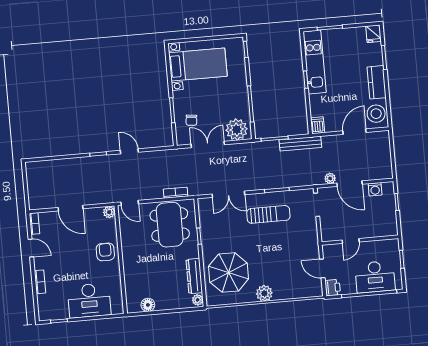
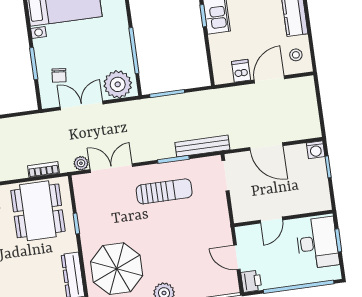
stool: (376, 114) -> (296, 55), width x0.53, depth x0.53
dishwasher: (318, 125) -> (241, 71), moved
bench: (300, 144) -> (202, 146), moved
plant: (330, 178) -> (81, 163), moved
washing machine: (375, 189) -> (316, 150), moved
double door: (228, 194) -> (111, 168), swing flipped
desk: (375, 277) -> (317, 243), moved, turned -90

